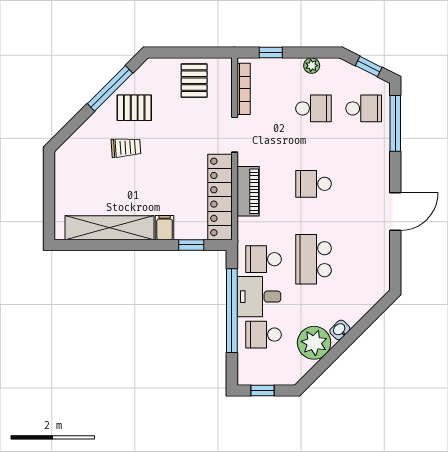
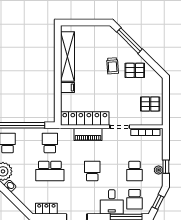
window: (271, 53) -> (166, 167), moved
window: (110, 88) -> (130, 41), moved
pallet: (134, 108) -> (135, 70), turned 90
window: (191, 245) -> (58, 102), removed
school desk: (314, 259) -> (50, 171), turned 180
locker: (380, 265) -> (46, 209), added
desk: (259, 297) -> (112, 202), moved, turned 180

